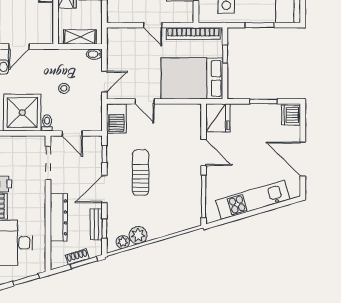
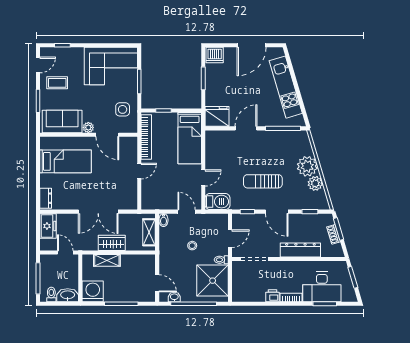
bed: (192, 78) -> (190, 138), width x0.67
bench: (96, 224) -> (306, 219), removed
plant: (123, 242) -> (307, 166), moved, width x1.87, depth x1.87

